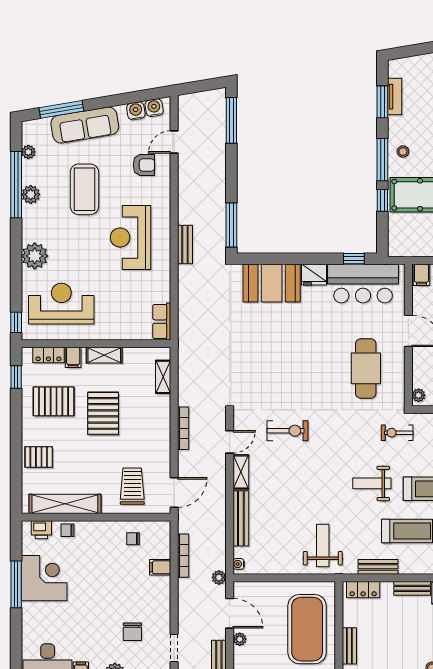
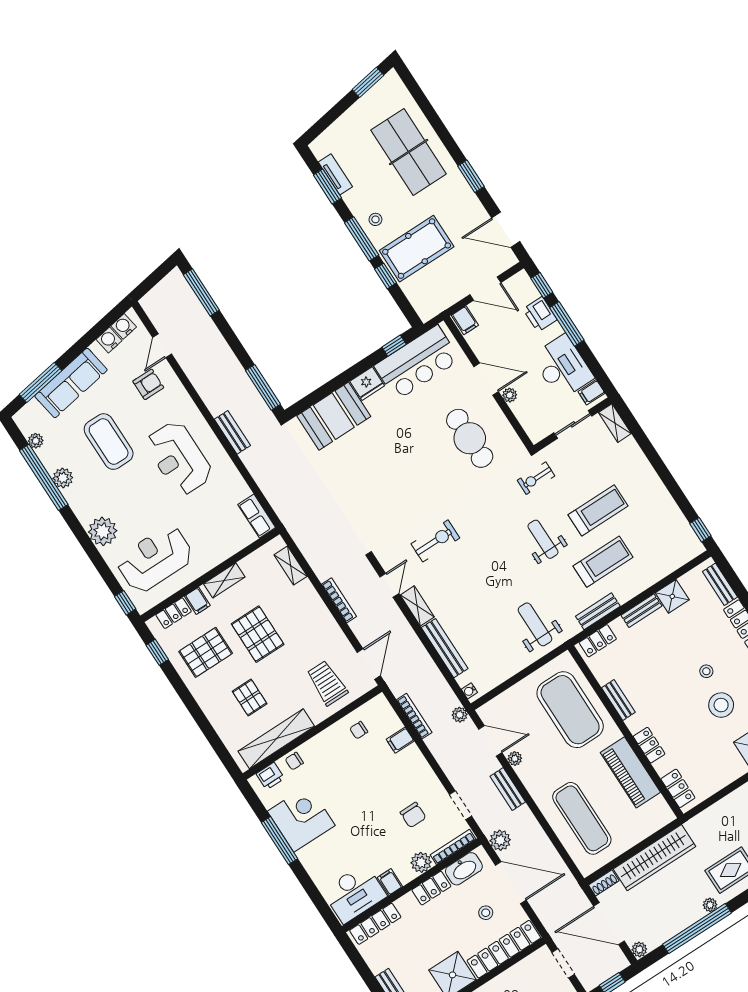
plant: (419, 395) -> (510, 395), moved
pallet: (39, 457) -> (250, 698), moved, turned 90
weight bench: (372, 483) -> (543, 539), turned 90

